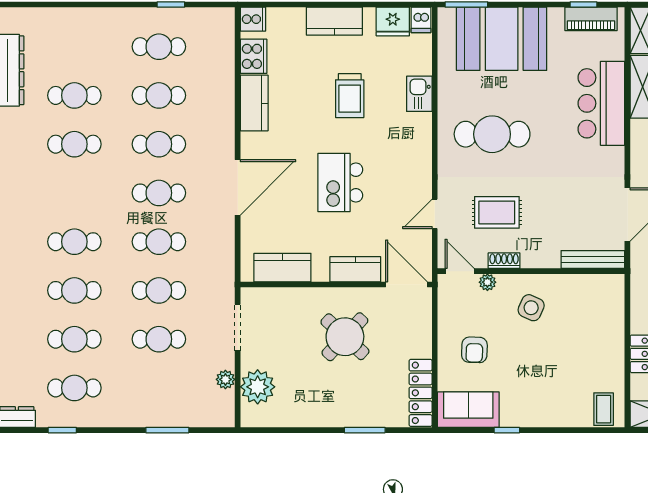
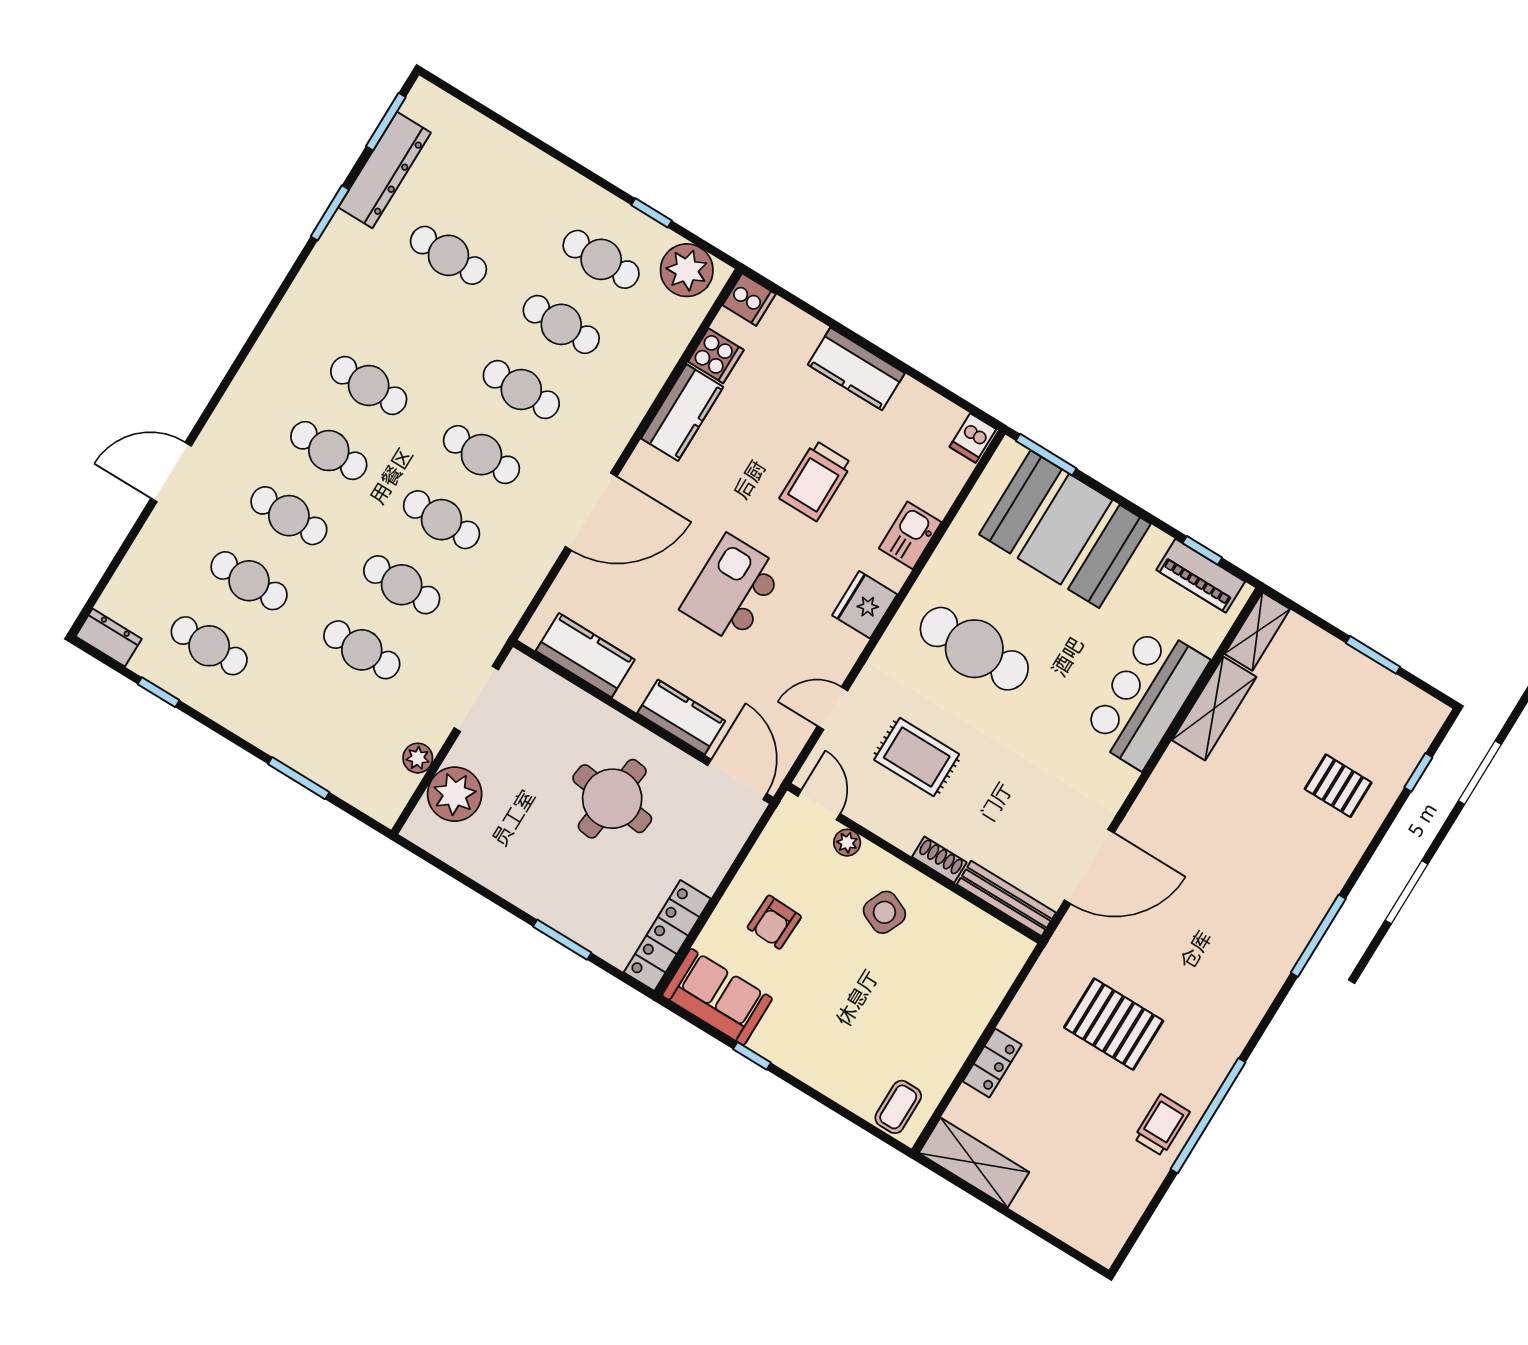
fridge: (393, 22) -> (865, 605), moved, turned 90
plant: (209, 24) -> (687, 270), added
cooker: (254, 56) -> (716, 356), width x0.73
cafe table: (74, 144) -> (369, 385), moved
shoe rack: (504, 261) -> (939, 860), moved
round table: (345, 337) -> (612, 799), turned -36

